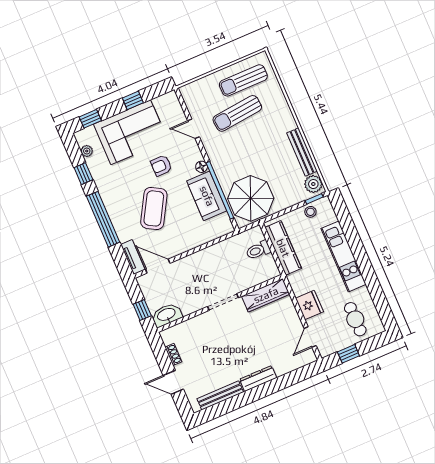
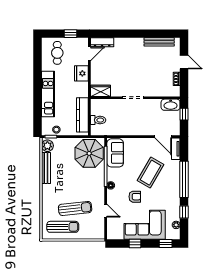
sofa: (207, 196) -> (115, 153), moved
wardrobe: (266, 295) -> (100, 91), width x0.67
dresser: (258, 379) -> (102, 42), moved

